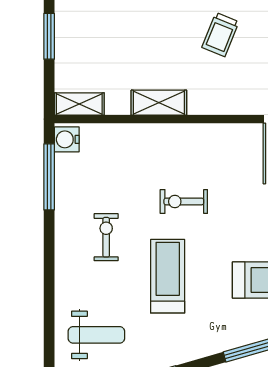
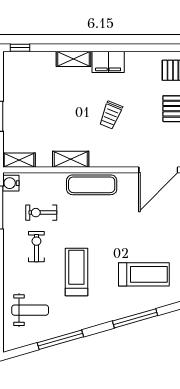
exercise mat: (191, 142) -> (92, 185), added
exercise bike: (184, 201) -> (41, 213), moved

